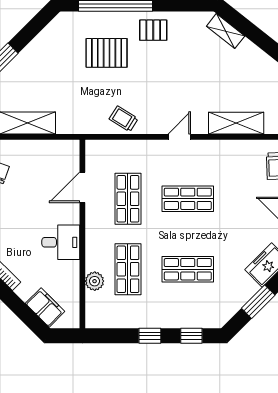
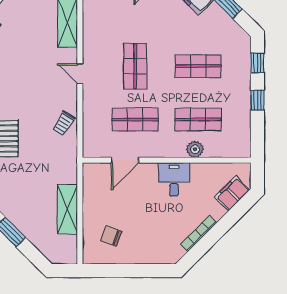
door: (82, 187) -> (125, 160), hinge flipped
shop shelf: (188, 269) -> (198, 66), turned 90
plant: (95, 281) -> (195, 149), moved

